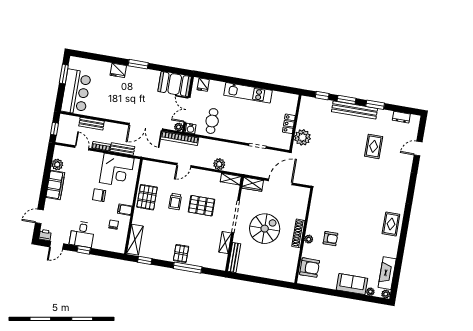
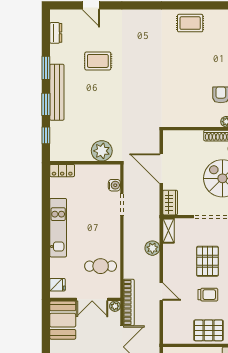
locker: (289, 124) -> (62, 171), moved
water cooler: (191, 129) -> (114, 185), moved

